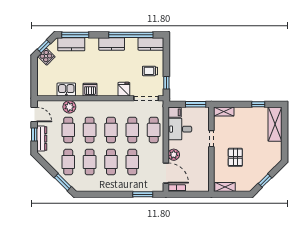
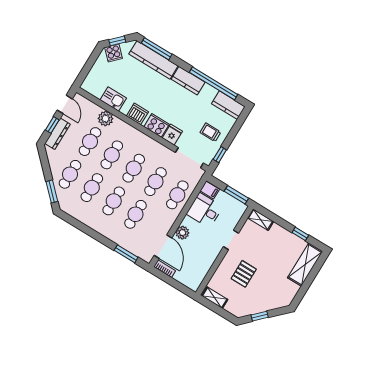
kitchen counter: (71, 44) -> (153, 60), width x1.50
cooker: (109, 90) -> (157, 125), added

